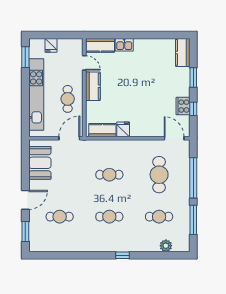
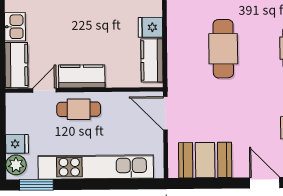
plant: (38, 45) -> (16, 165), added
cafe table: (68, 99) -> (79, 109), moved
cafe table: (109, 175) -> (223, 49), width x1.37, depth x1.35

